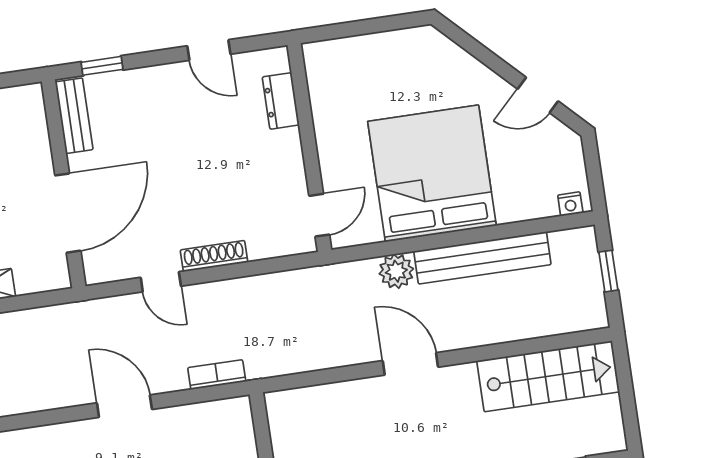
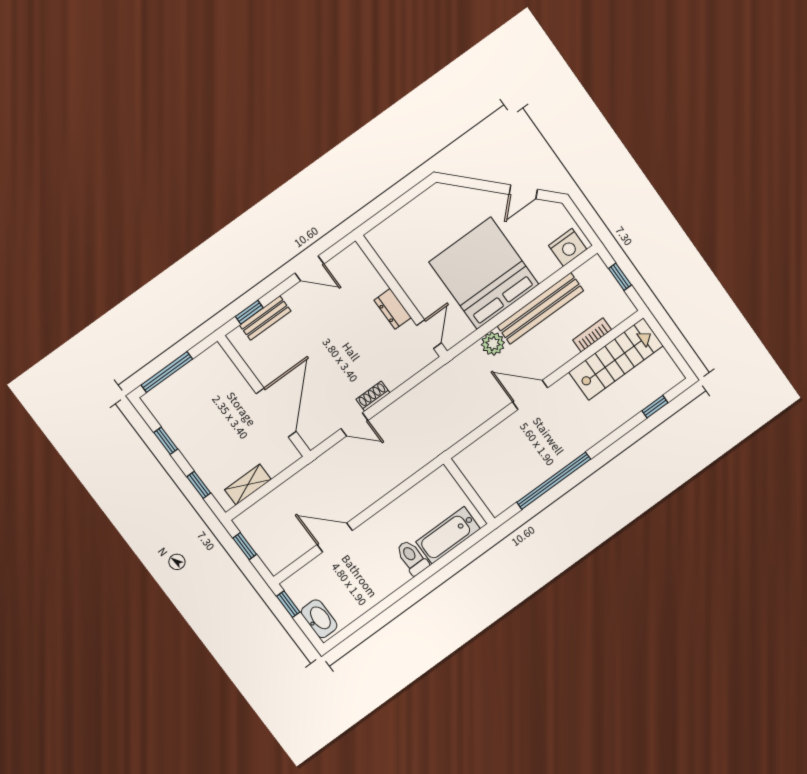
dresser: (281, 101) -> (393, 309), moved
bench: (74, 116) -> (265, 318), moved, turned 90
nightstand: (570, 204) -> (568, 247), width x1.89, depth x1.79
shoe rack: (214, 256) -> (373, 396), width x0.70
bookcase: (217, 375) -> (592, 335), moved
door: (124, 406) -> (335, 538), moved

